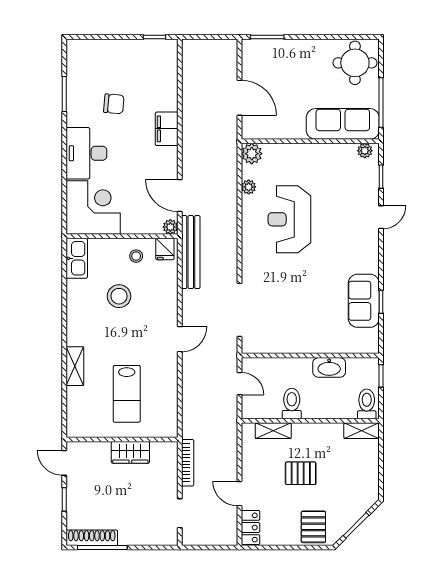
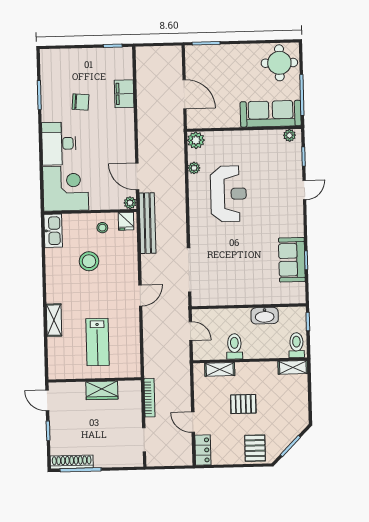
filing cabinet: (167, 129) -> (124, 94), moved
reception desk: (289, 219) -> (228, 194), turned 180

